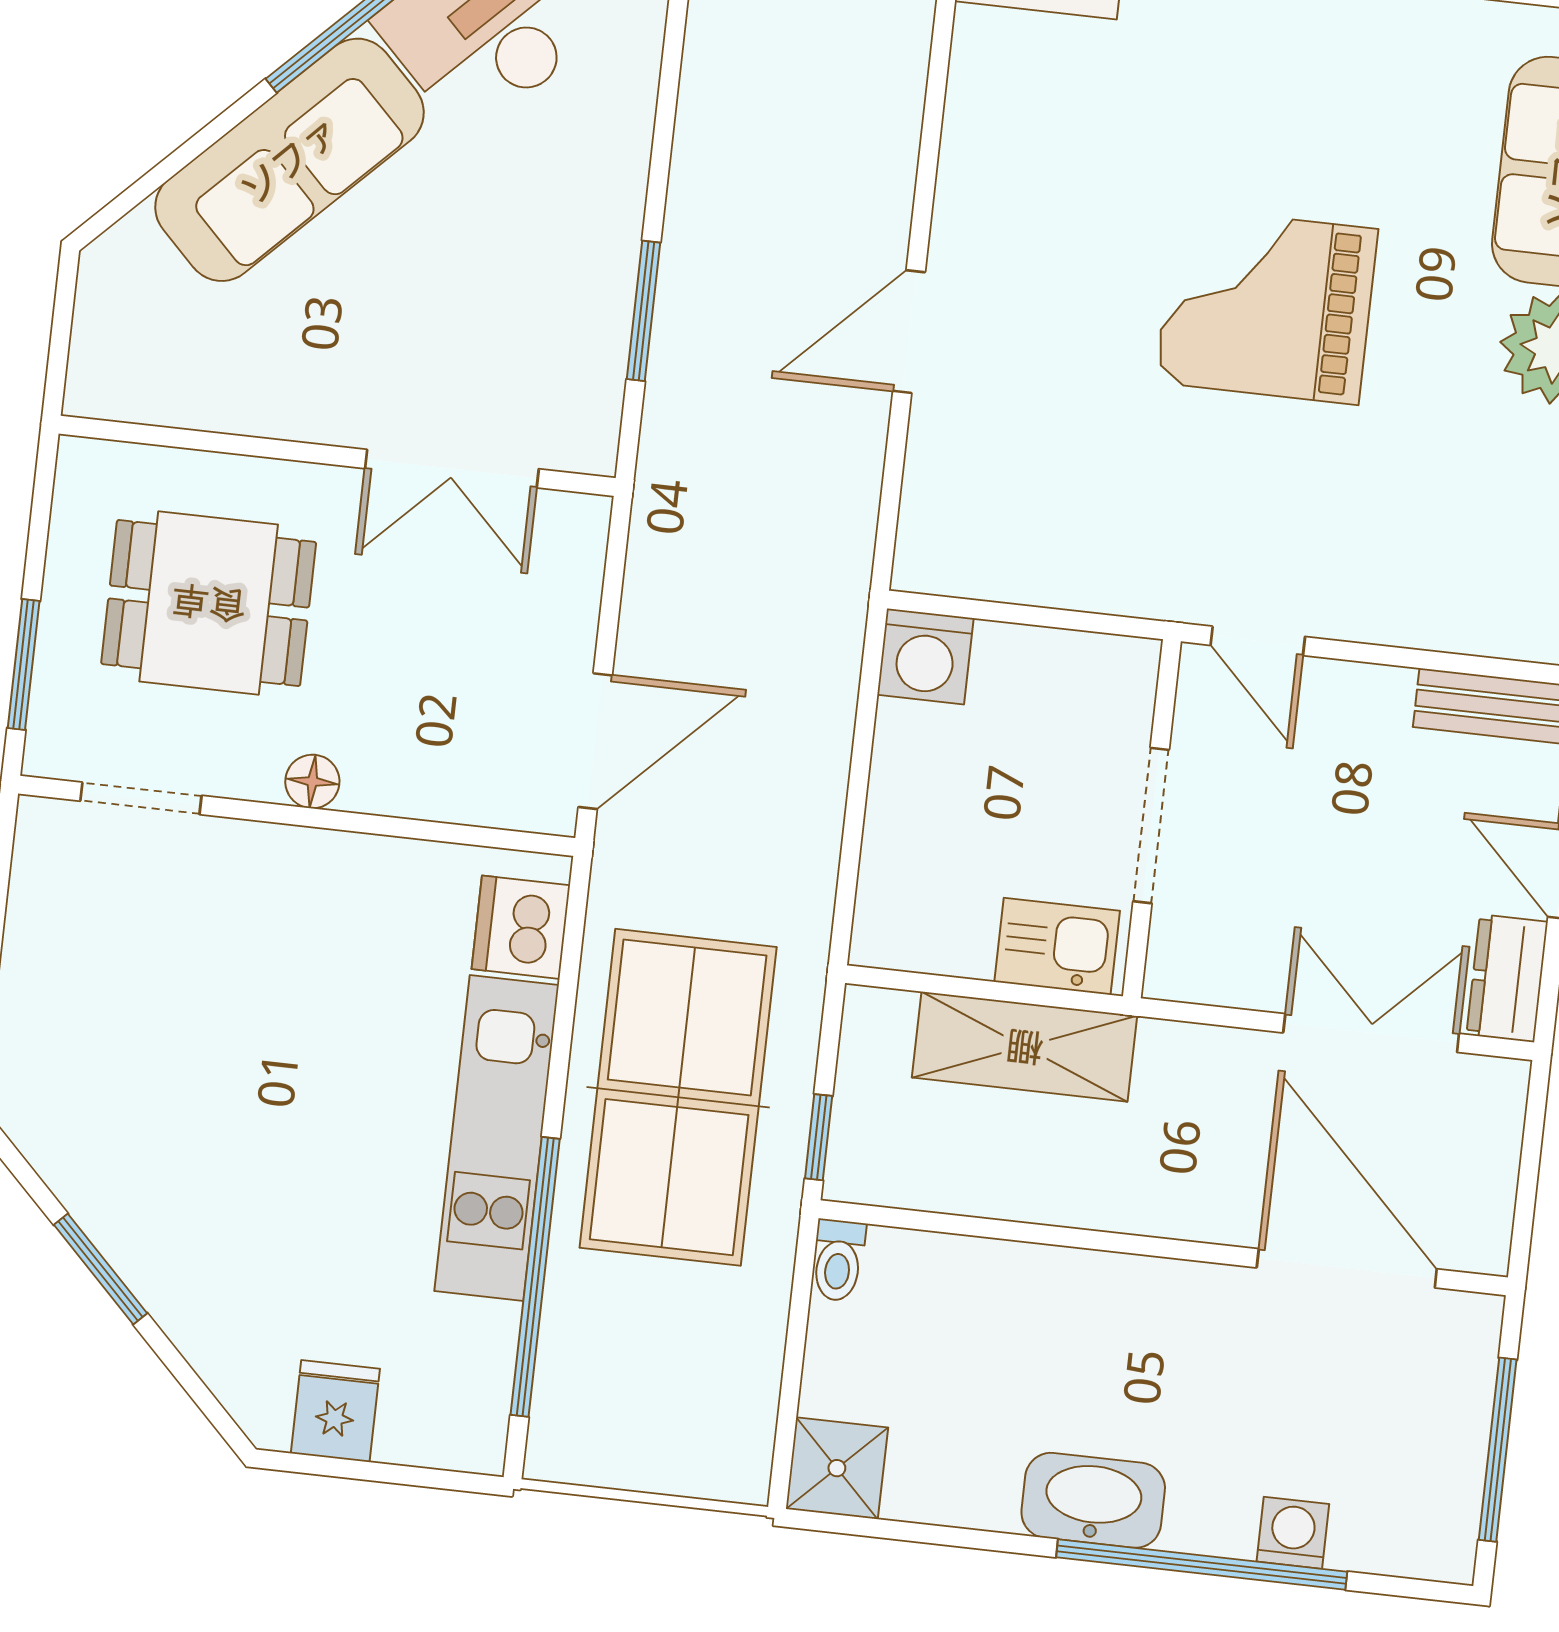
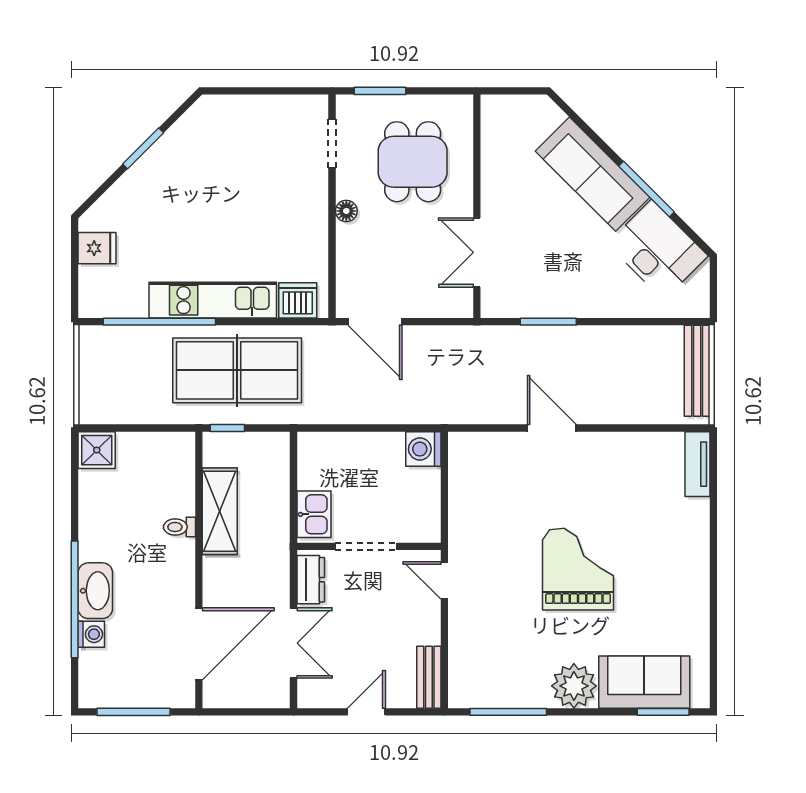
door: (1258, 641) -> (444, 580), hinge flipped
dresser: (1507, 978) -> (311, 580), moved, turned 90
shelving: (1025, 1047) -> (220, 511), moved
toilet: (838, 1260) -> (179, 527), moved
washbasin: (1093, 1500) -> (95, 591), moved

